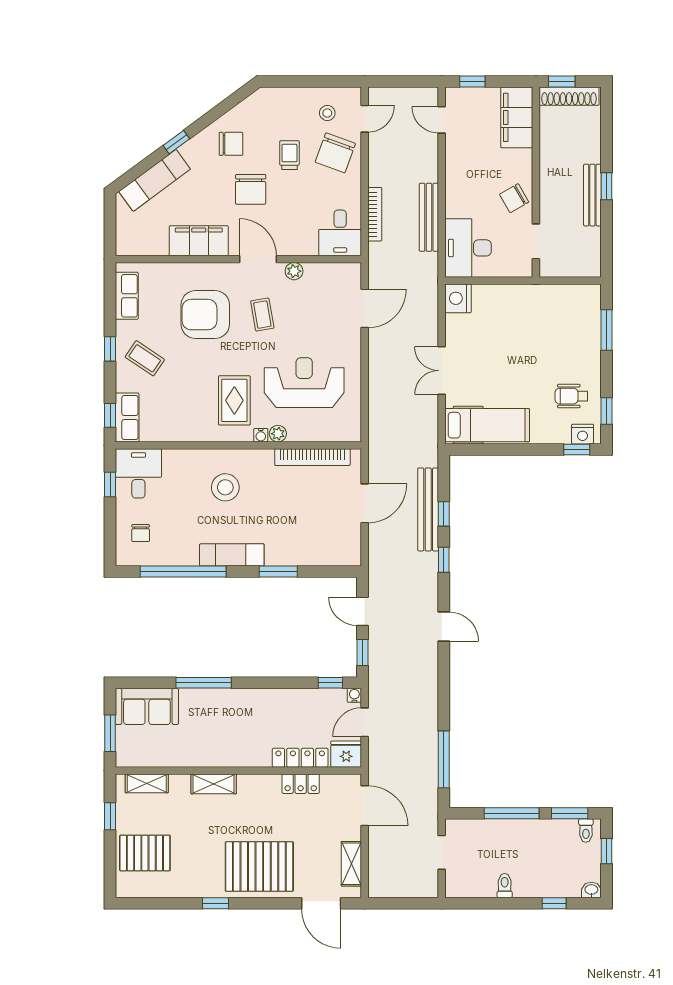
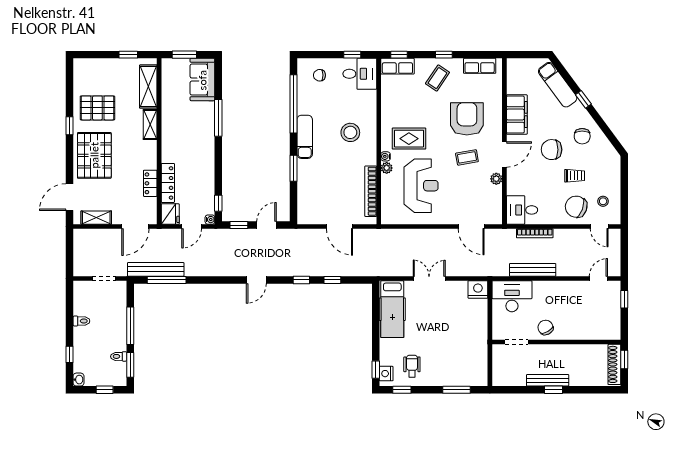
filing cabinet: (517, 117) -> (600, 329), removed
bench: (428, 509) -> (156, 269), moved
door: (365, 722) -> (192, 227), swing flipped
shelving: (147, 783) -> (148, 87), width x1.50, depth x1.33
toilet: (586, 831) -> (119, 356), moved
pallet: (145, 853) -> (97, 108), moved, turned 90

